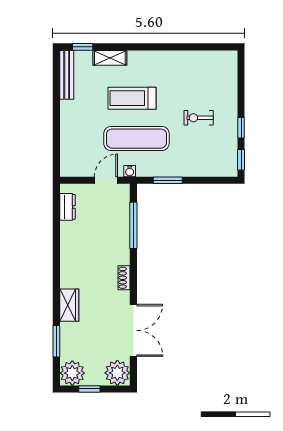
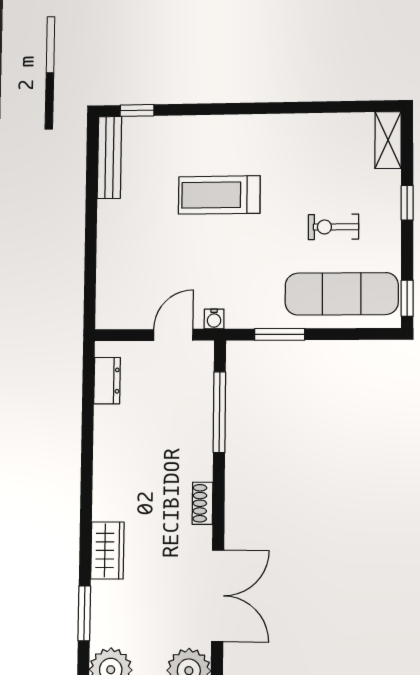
shelving: (110, 58) -> (388, 140), moved, turned 90
window: (241, 128) -> (407, 203), moved
exercise mat: (136, 139) -> (342, 294), moved

